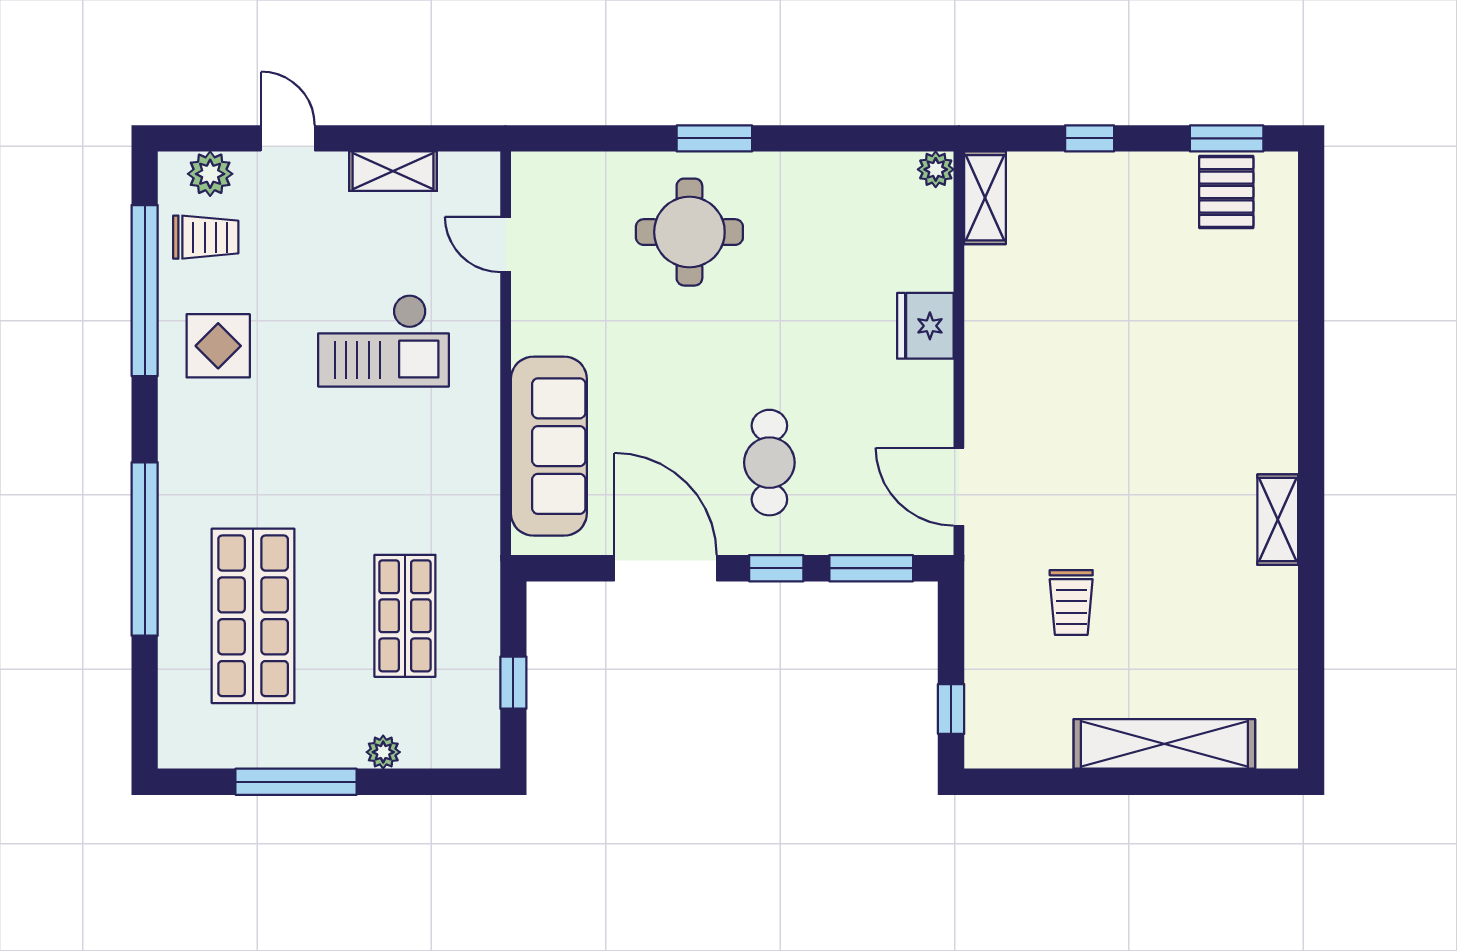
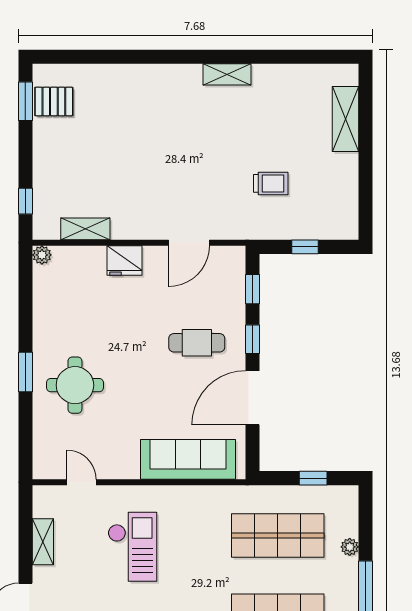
window: (1090, 138) -> (25, 201), moved
shelving: (985, 198) -> (85, 229), moved
door: (506, 244) -> (82, 482), swing flipped
door: (959, 487) -> (189, 243), moved
window: (871, 568) -> (253, 289), width x0.67
shop shelf: (405, 616) -> (278, 535), width x1.43, depth x1.36
window: (951, 709) -> (305, 247), moved
shelving: (1164, 744) -> (345, 119), width x0.68

